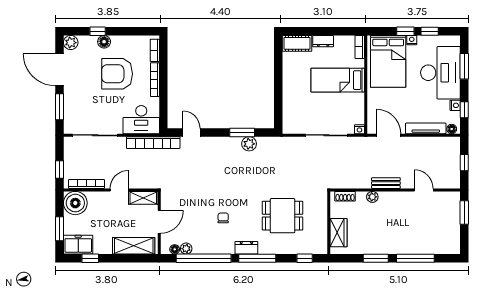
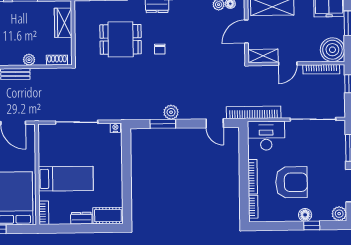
nightstand: (359, 129) -> (115, 128), moved
plant: (249, 144) -> (171, 112), moved
chair: (223, 218) -> (160, 49), moved

